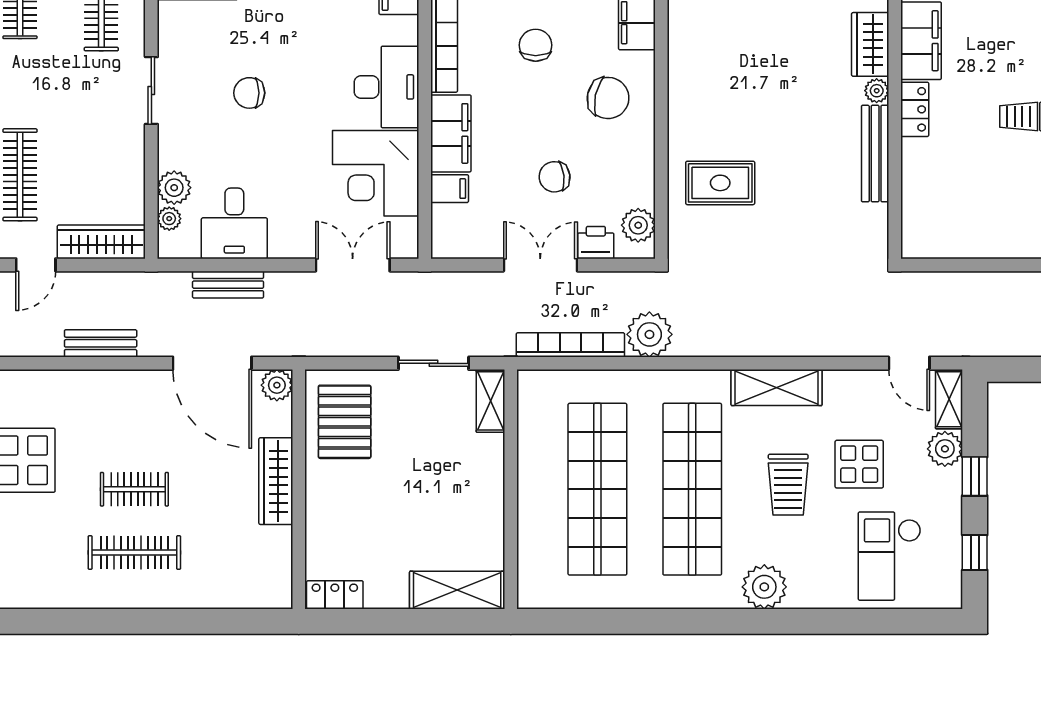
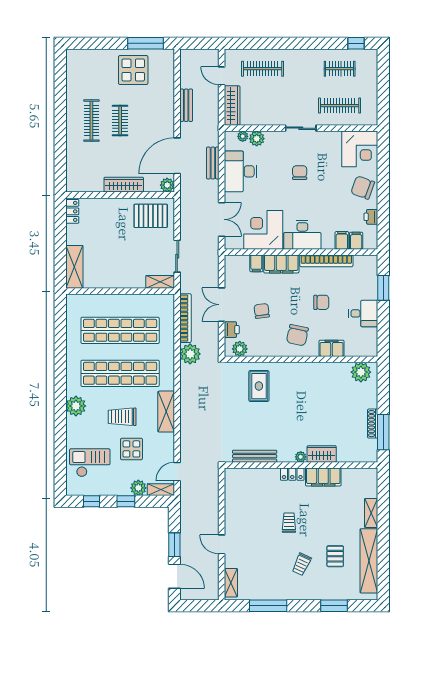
bench: (875, 154) -> (255, 456), moved
desk: (234, 223) -> (241, 171), width x1.37
double door: (540, 265) -> (222, 305), swing flipped

